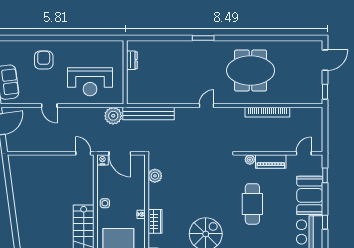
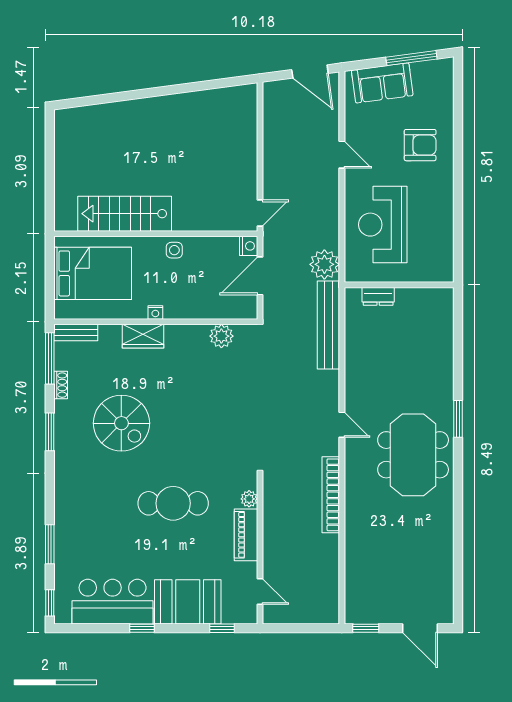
dresser: (132, 60) -> (378, 296), moved
meeting table: (251, 71) -> (413, 455), moved
door: (49, 106) -> (342, 155), swing flipped
bookcase: (267, 112) -> (331, 495), moved

